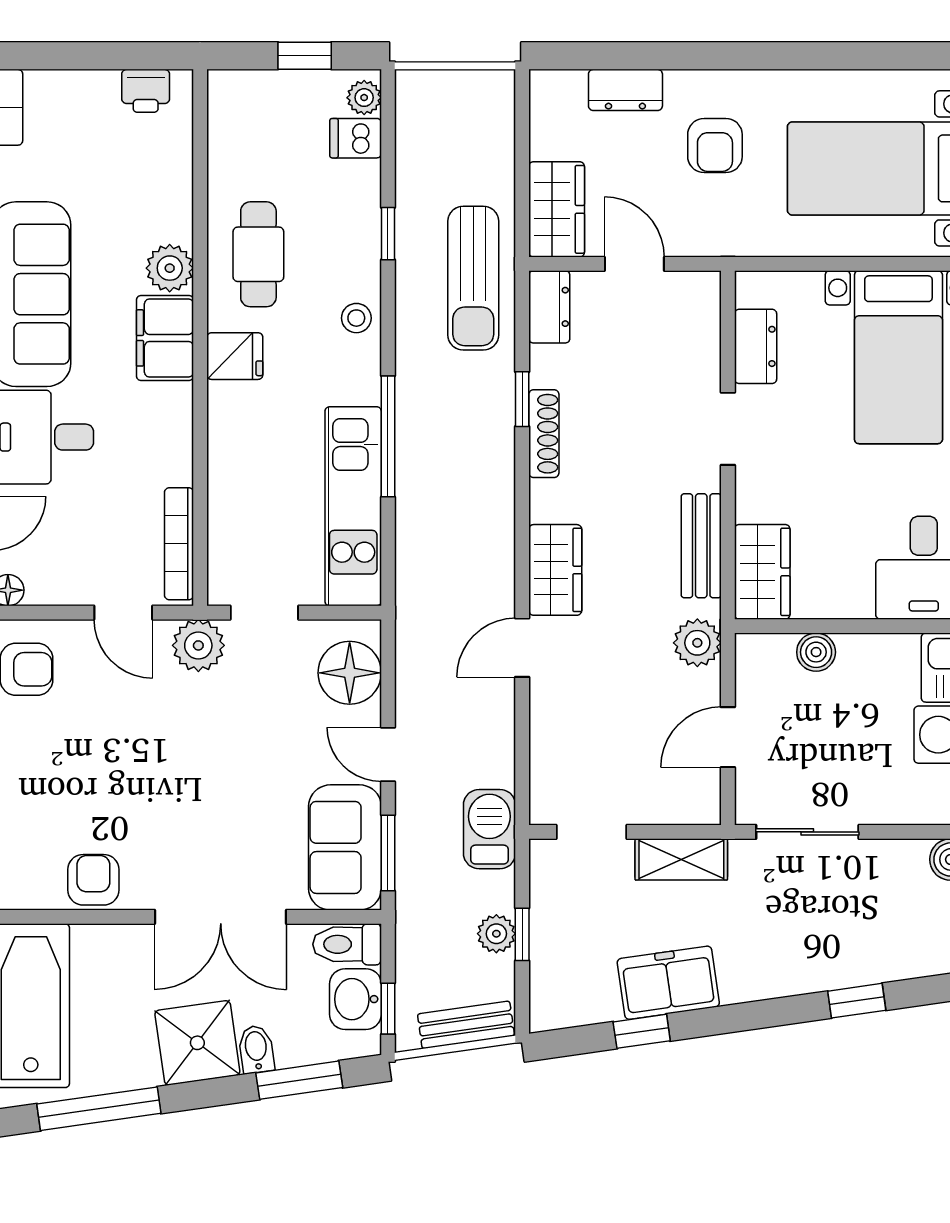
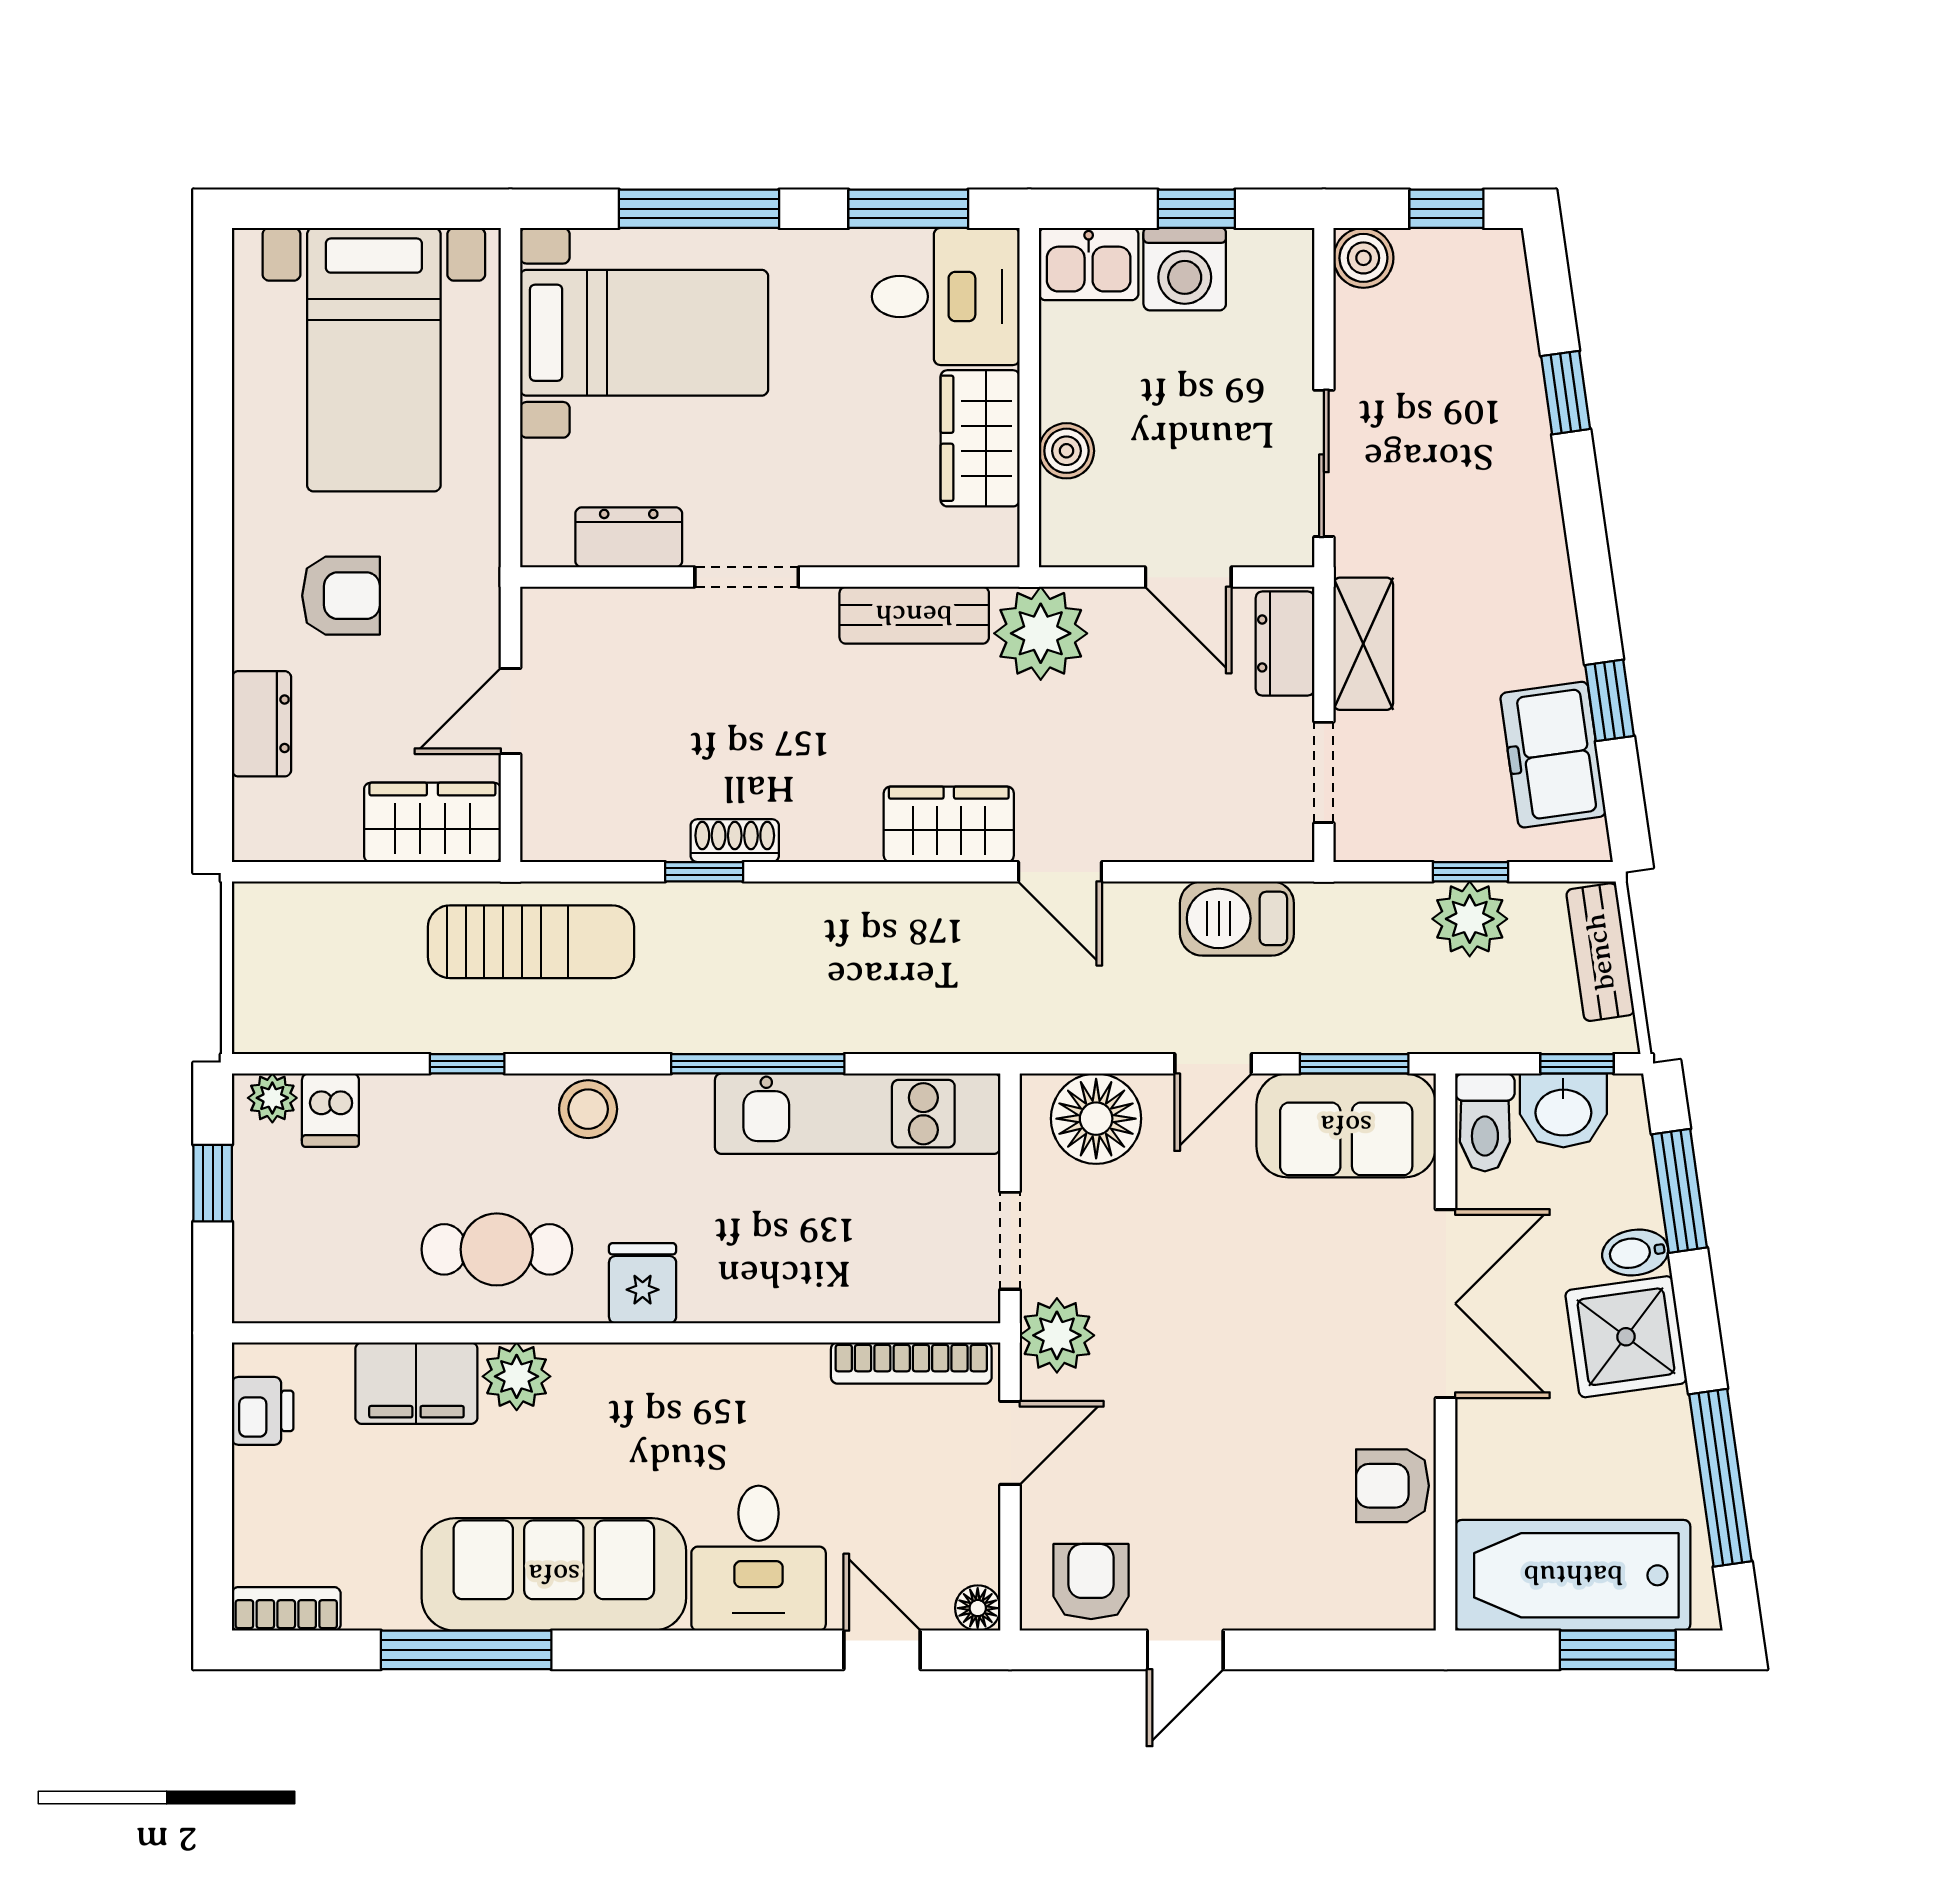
dresser: (549, 307) -> (1285, 643), moved, turned -90
stool: (356, 318) -> (588, 1109), width x1.37, depth x1.37
filing cabinet: (165, 338) -> (416, 1383), moved
shoe rack: (544, 434) -> (735, 841), width x0.70
wardrobe: (762, 572) -> (980, 438), moved, turned -90
plant: (697, 643) -> (1041, 633), width x1.36, depth x1.36
barbecue: (489, 829) -> (1237, 918), moved
plant: (496, 934) -> (1470, 919), width x1.38, depth x1.38
freezer: (668, 983) -> (1553, 755), moved

